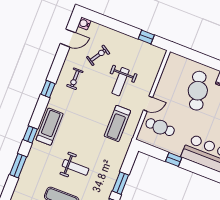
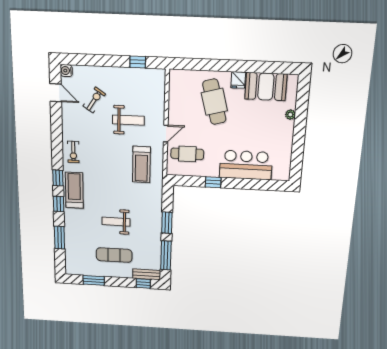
door: (68, 38) -> (56, 93), hinge flipped
exercise bike: (75, 79) -> (73, 152), moved
weight bench: (121, 82) -> (128, 120), turned -90
window: (48, 89) -> (58, 178), moved
weight bench: (76, 167) -> (116, 222), turned 180

